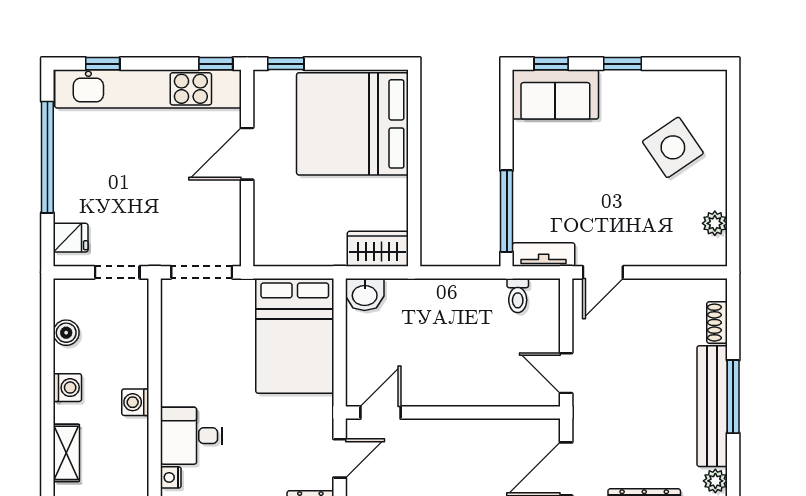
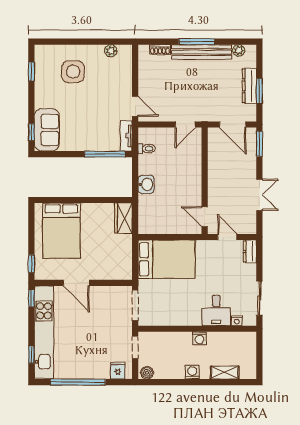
window: (623, 64) -> (31, 72), moved
bed: (352, 124) -> (61, 231), width x0.73
side table: (673, 147) -> (73, 72), turned 34
washbasin: (365, 294) -> (146, 184), moved
boiler: (66, 333) -> (147, 373), moved

